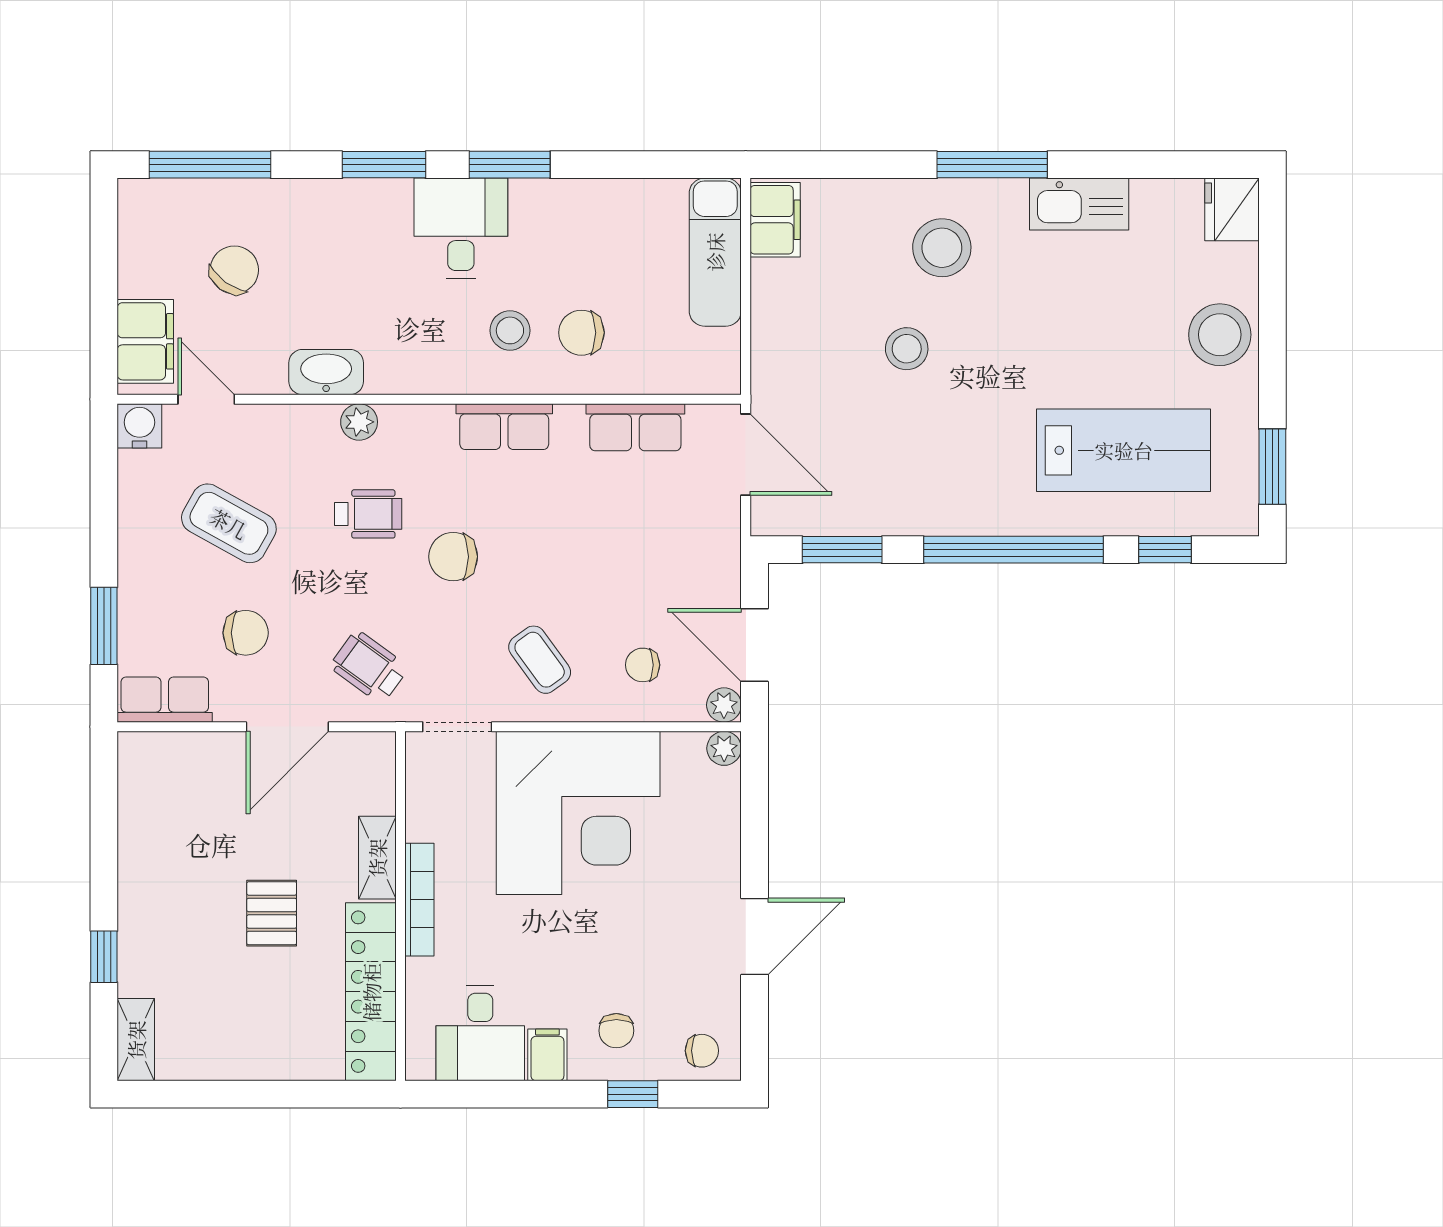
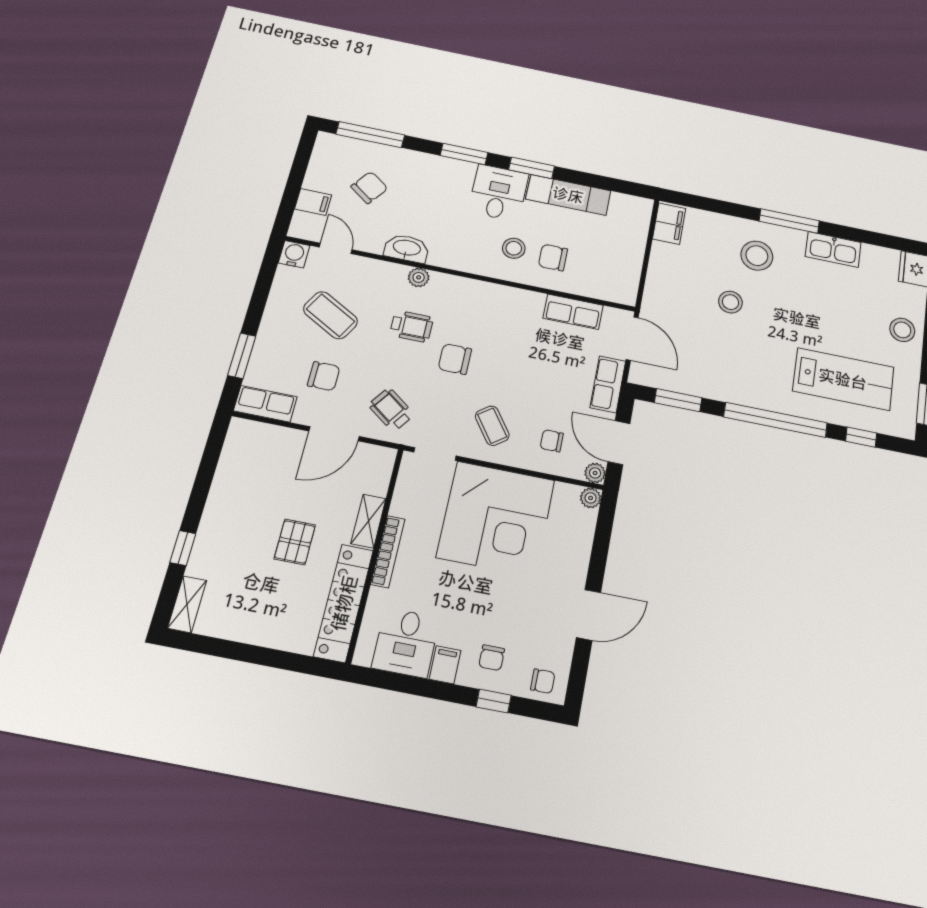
exam couch: (715, 252) -> (568, 195), moved, turned -90
stool: (1220, 335) -> (902, 330), width x0.73, depth x0.73
filing cabinet: (145, 341) -> (313, 202), width x0.50
row of seats: (504, 427) -> (608, 384), moved, turned 90

